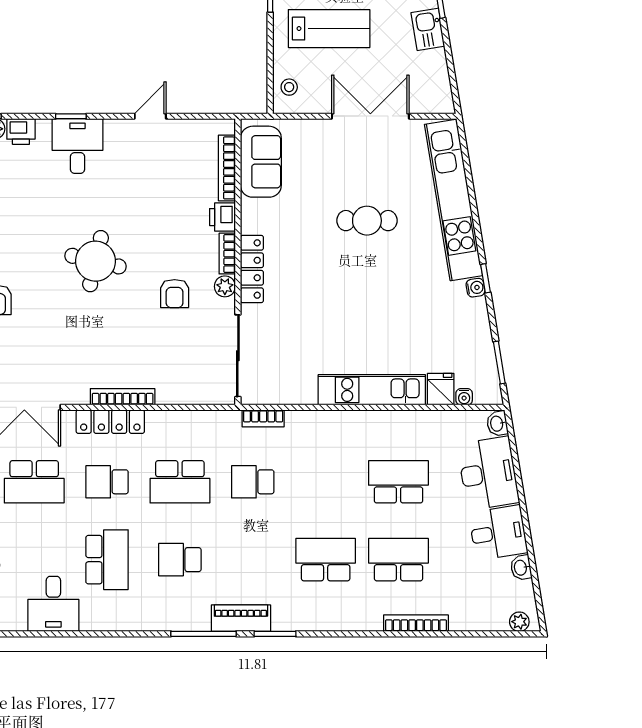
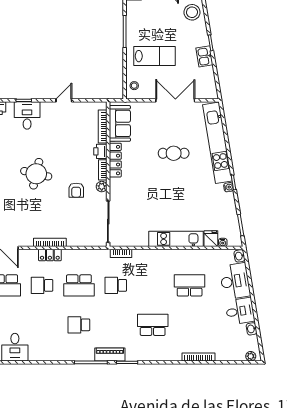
locker: (252, 269) -> (115, 160), moved
locker: (110, 422) -> (50, 255), width x0.66
school desk: (107, 560) -> (42, 325), removed
school desk: (398, 560) -> (190, 325), removed

